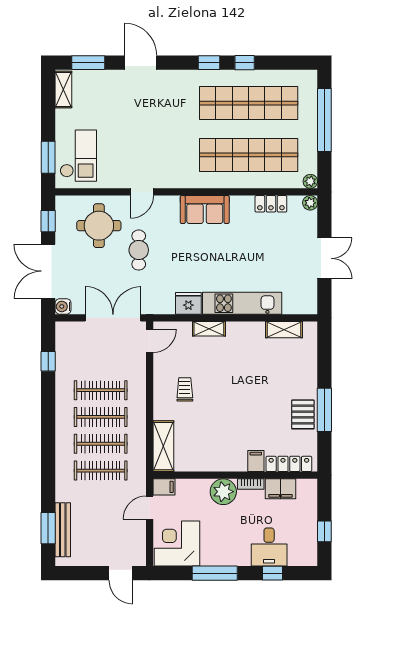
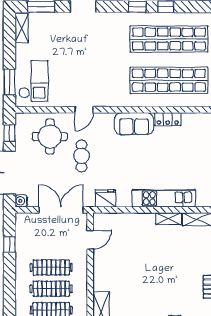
locker: (271, 204) -> (168, 119), moved
fridge: (188, 303) -> (106, 198), moved
shelving: (209, 329) -> (169, 219), moved
door: (150, 341) -> (90, 240), moved
trolley: (185, 389) -> (118, 267), removed

